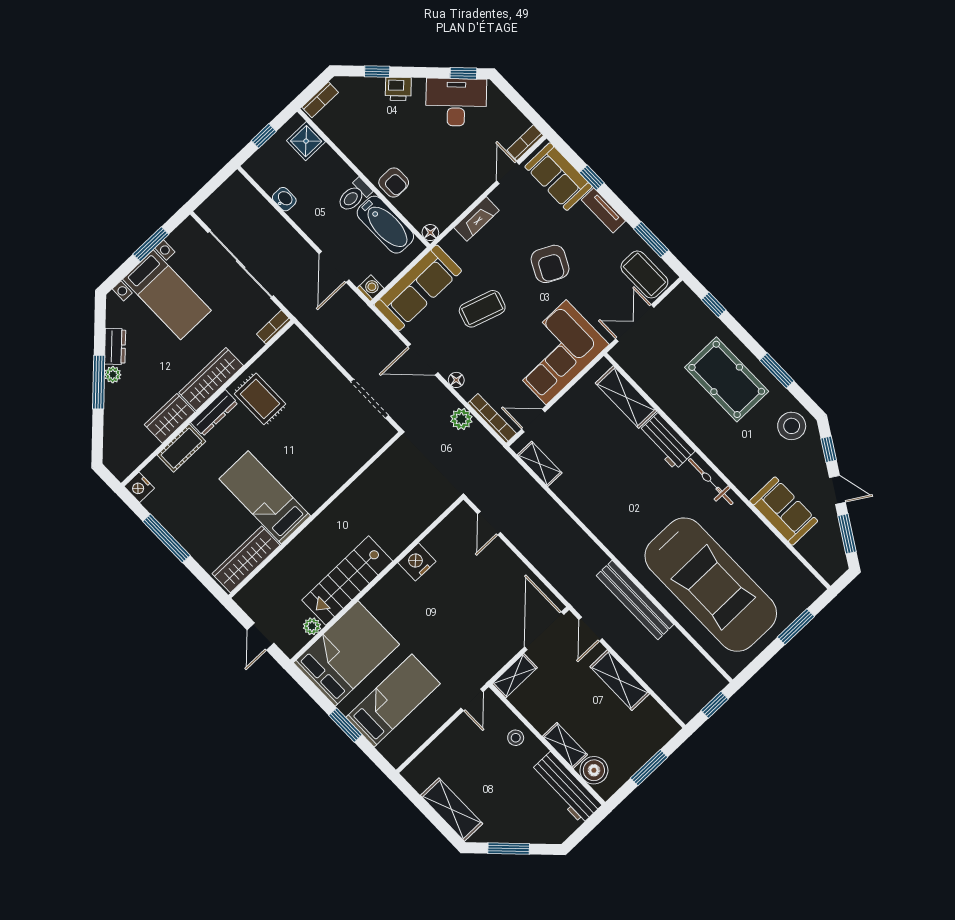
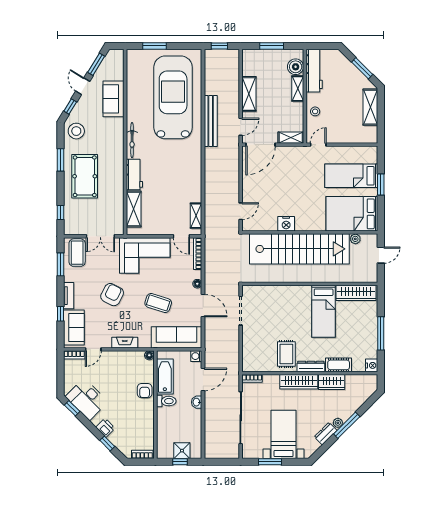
shower: (306, 141) -> (182, 451), moved
armchair: (394, 183) -> (145, 391), turned 180
washbasin: (284, 199) -> (197, 402), moved
plant: (461, 419) -> (211, 265), removed
stairs: (347, 581) -> (299, 249), width x1.86, depth x1.51

